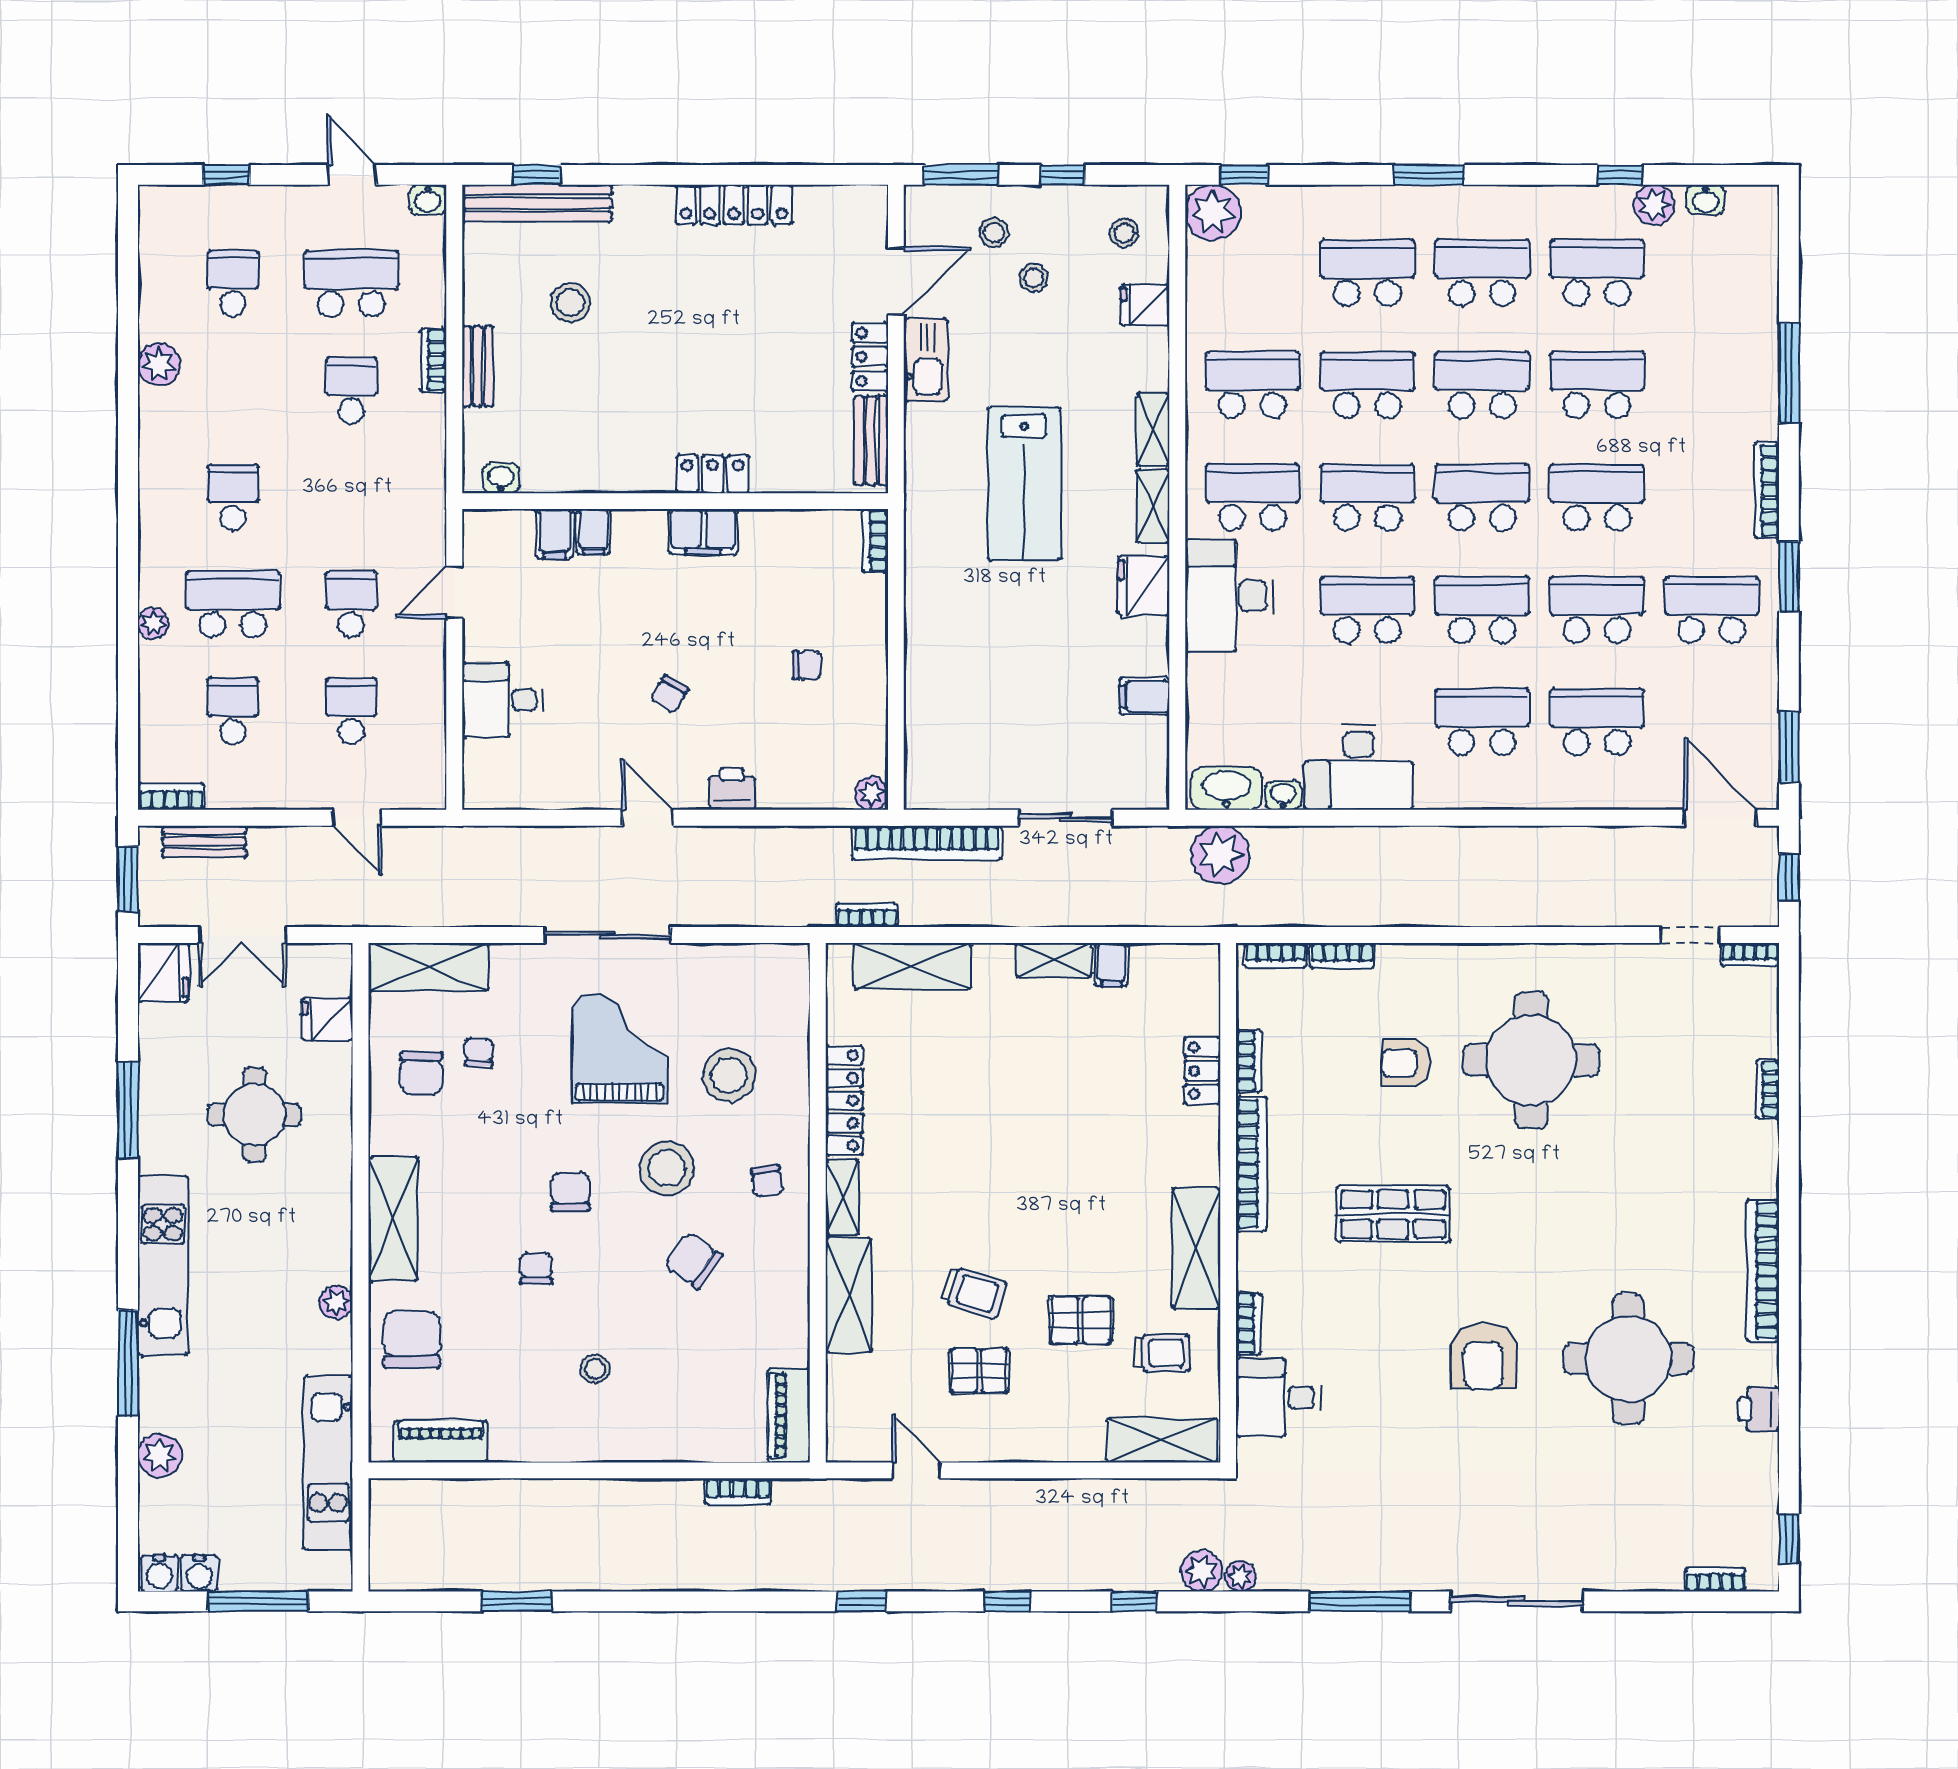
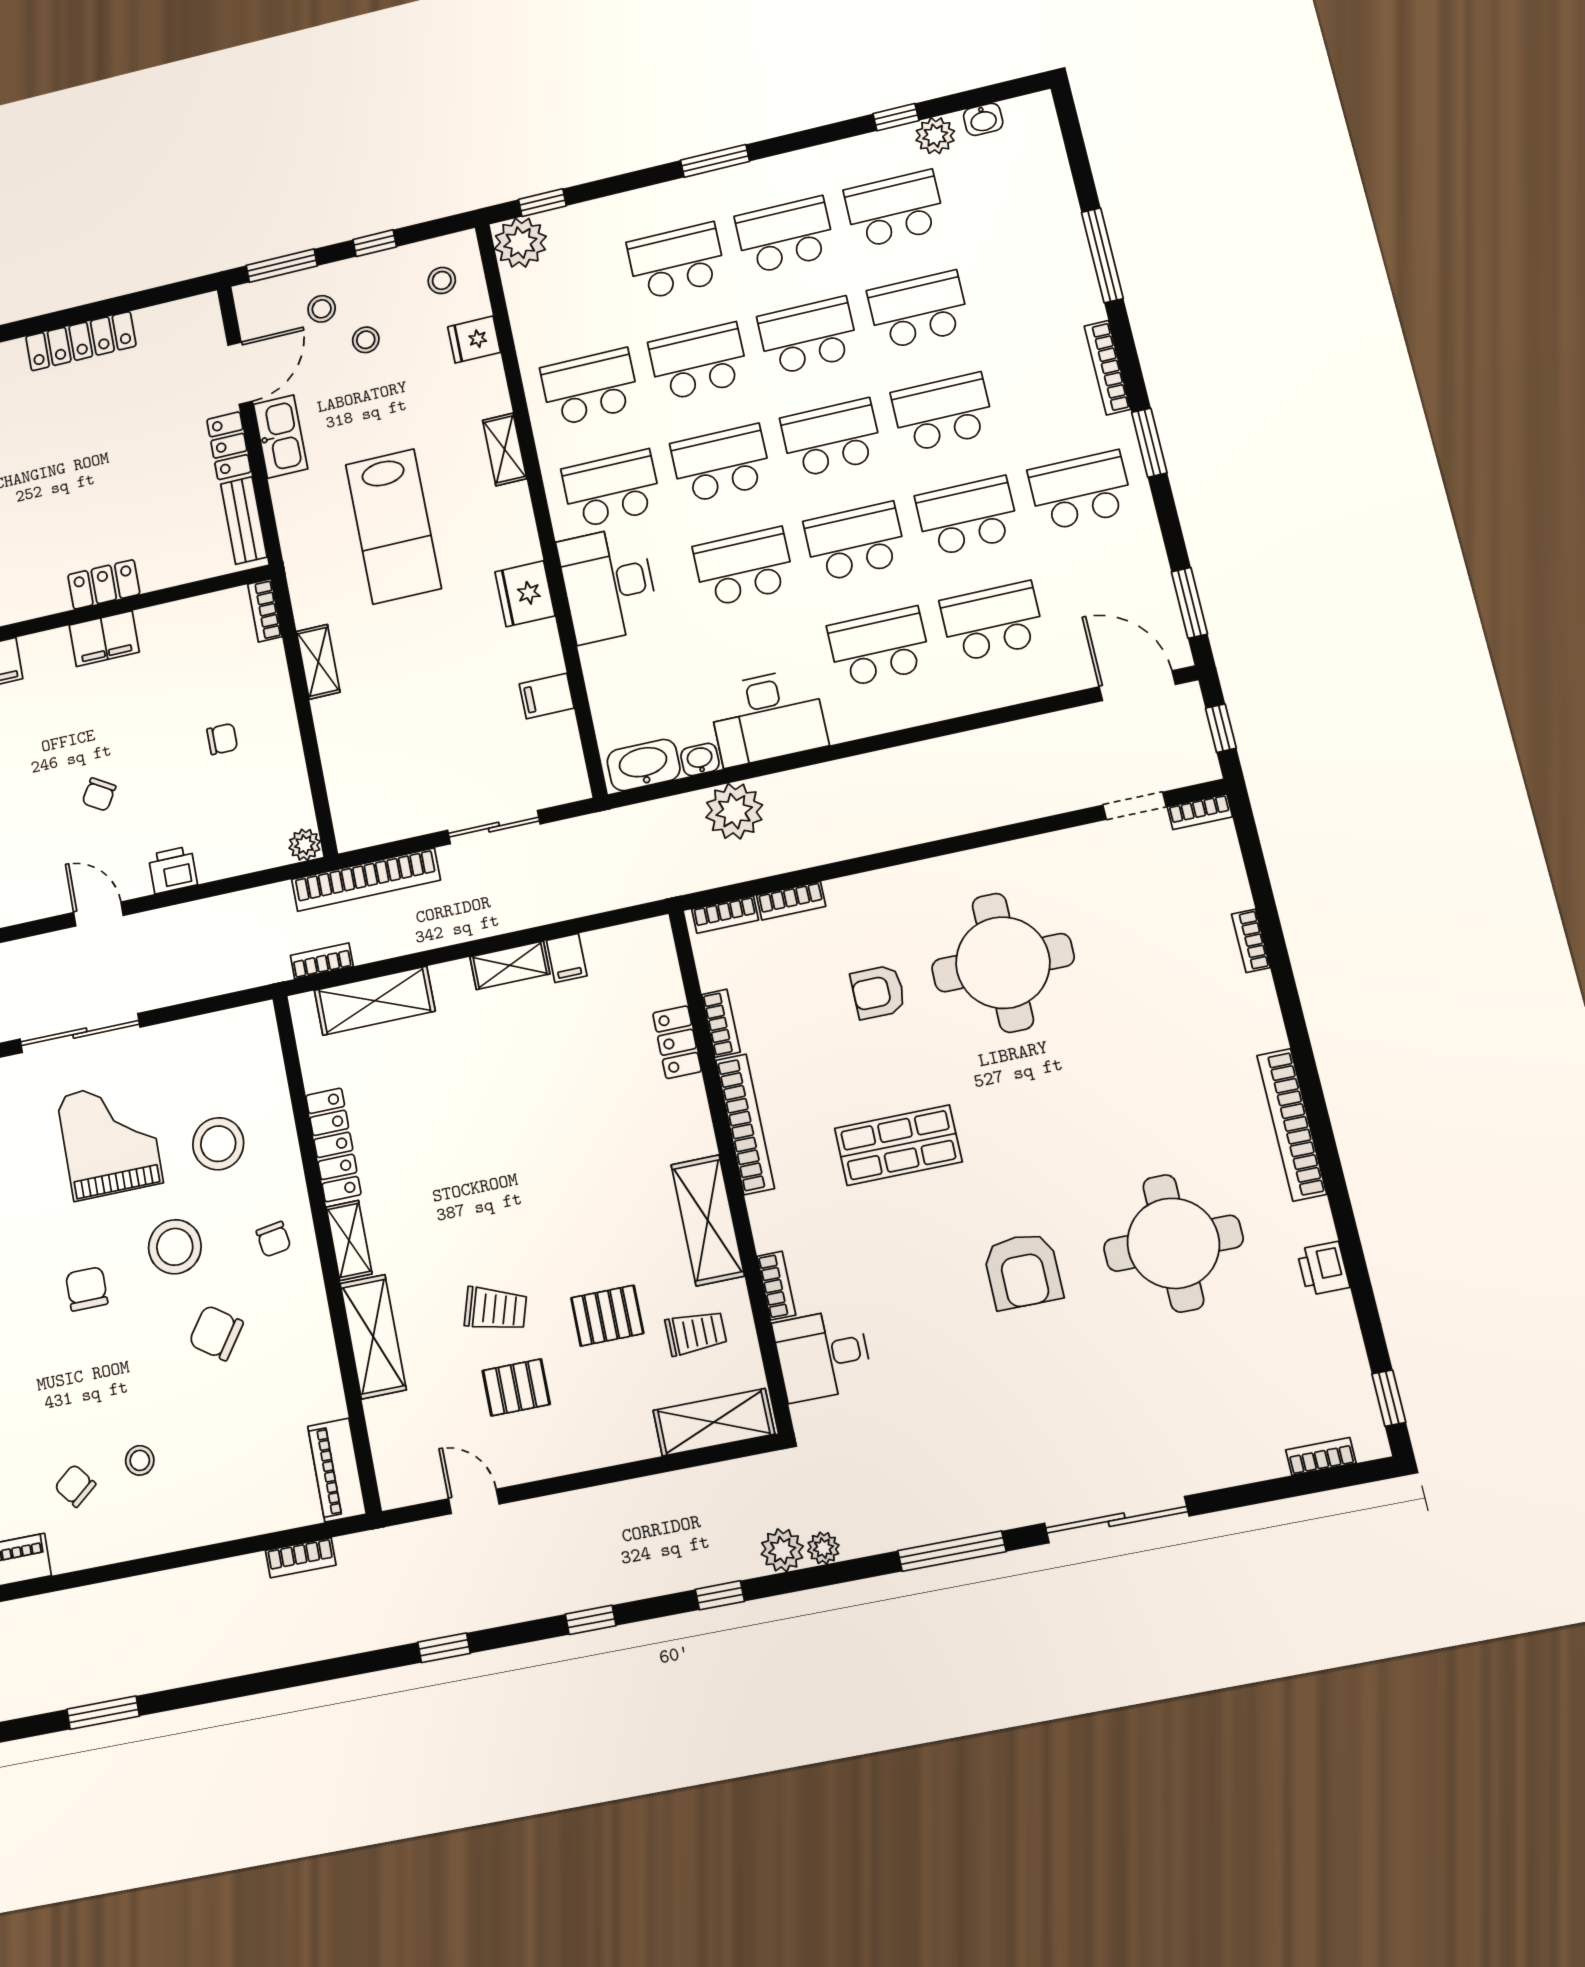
shelving: (1153, 506) -> (318, 662), moved
plant: (1220, 855) -> (734, 811), moved
chair: (536, 1268) -> (75, 1486), moved, turned -39

